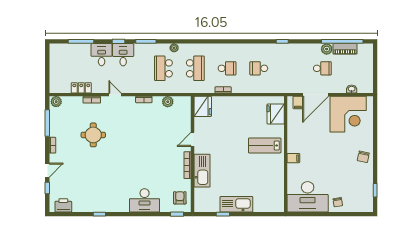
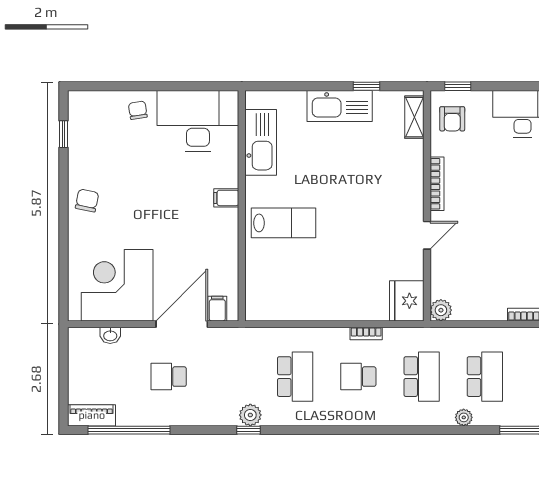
plant: (327, 49) -> (250, 415), moved
piano: (345, 49) -> (92, 415), moved
school desk: (195, 68) -> (422, 377), turned 180
school desk: (259, 68) -> (295, 377), width x1.85
plant: (168, 102) -> (441, 310), moved
fridge: (276, 114) -> (262, 286), removed
kitchen sink: (202, 171) -> (261, 142), moved, turned 180
shelving: (199, 199) -> (414, 117), added

